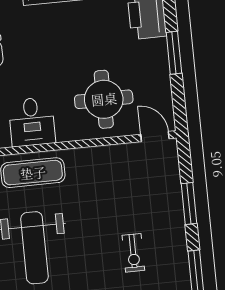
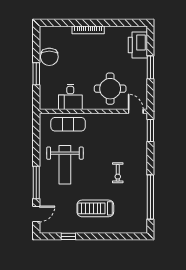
window: (189, 204) -> (150, 131), moved

